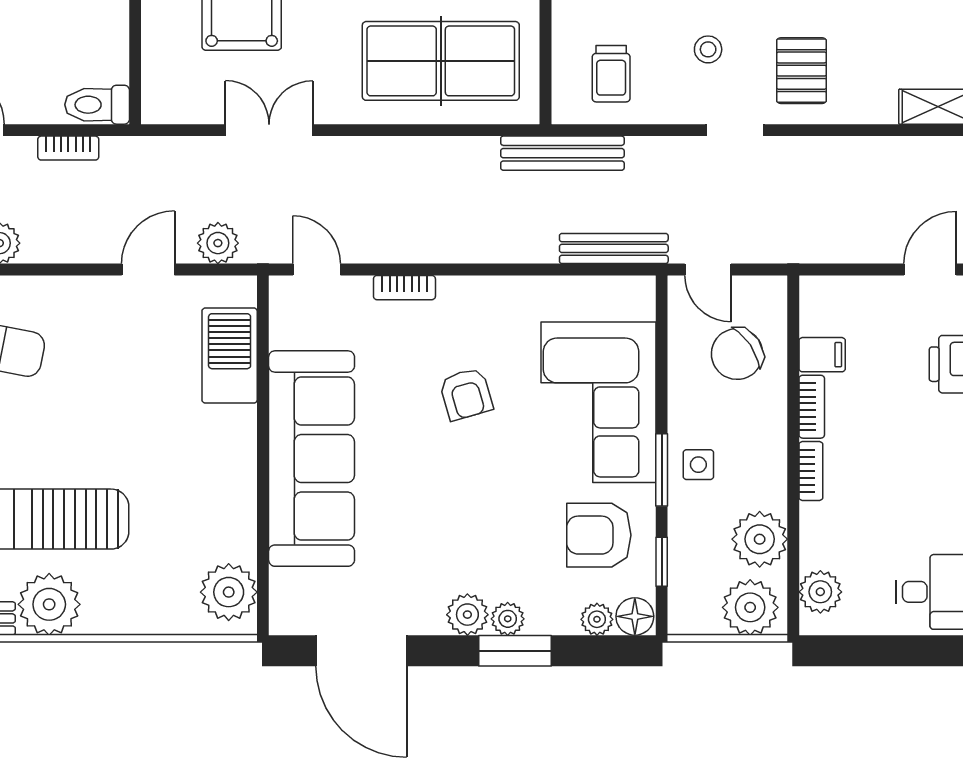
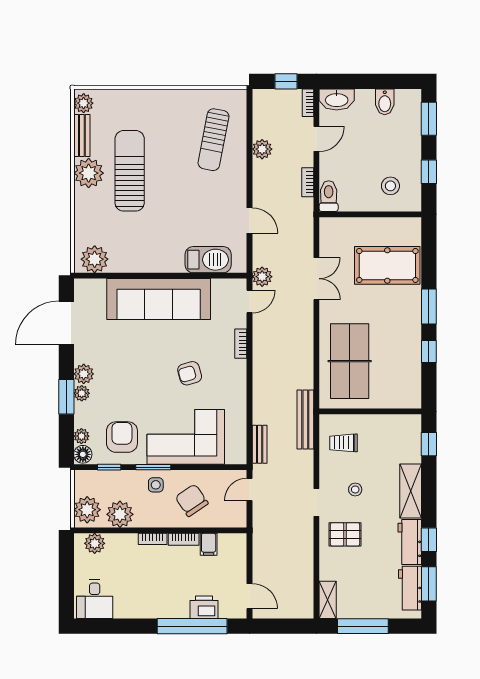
plant: (218, 243) -> (262, 277), moved
bench: (614, 248) -> (260, 444), width x0.73
chair: (737, 354) -> (192, 500), moved

